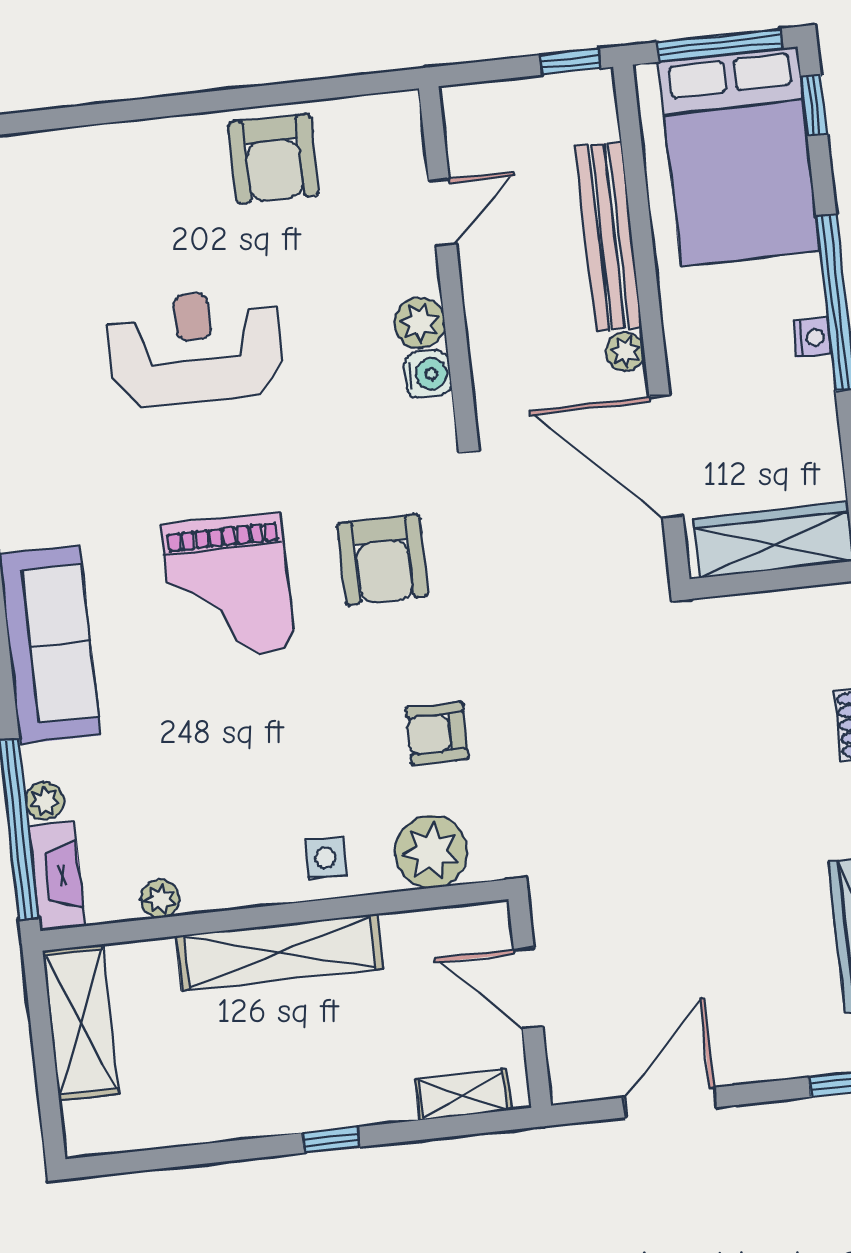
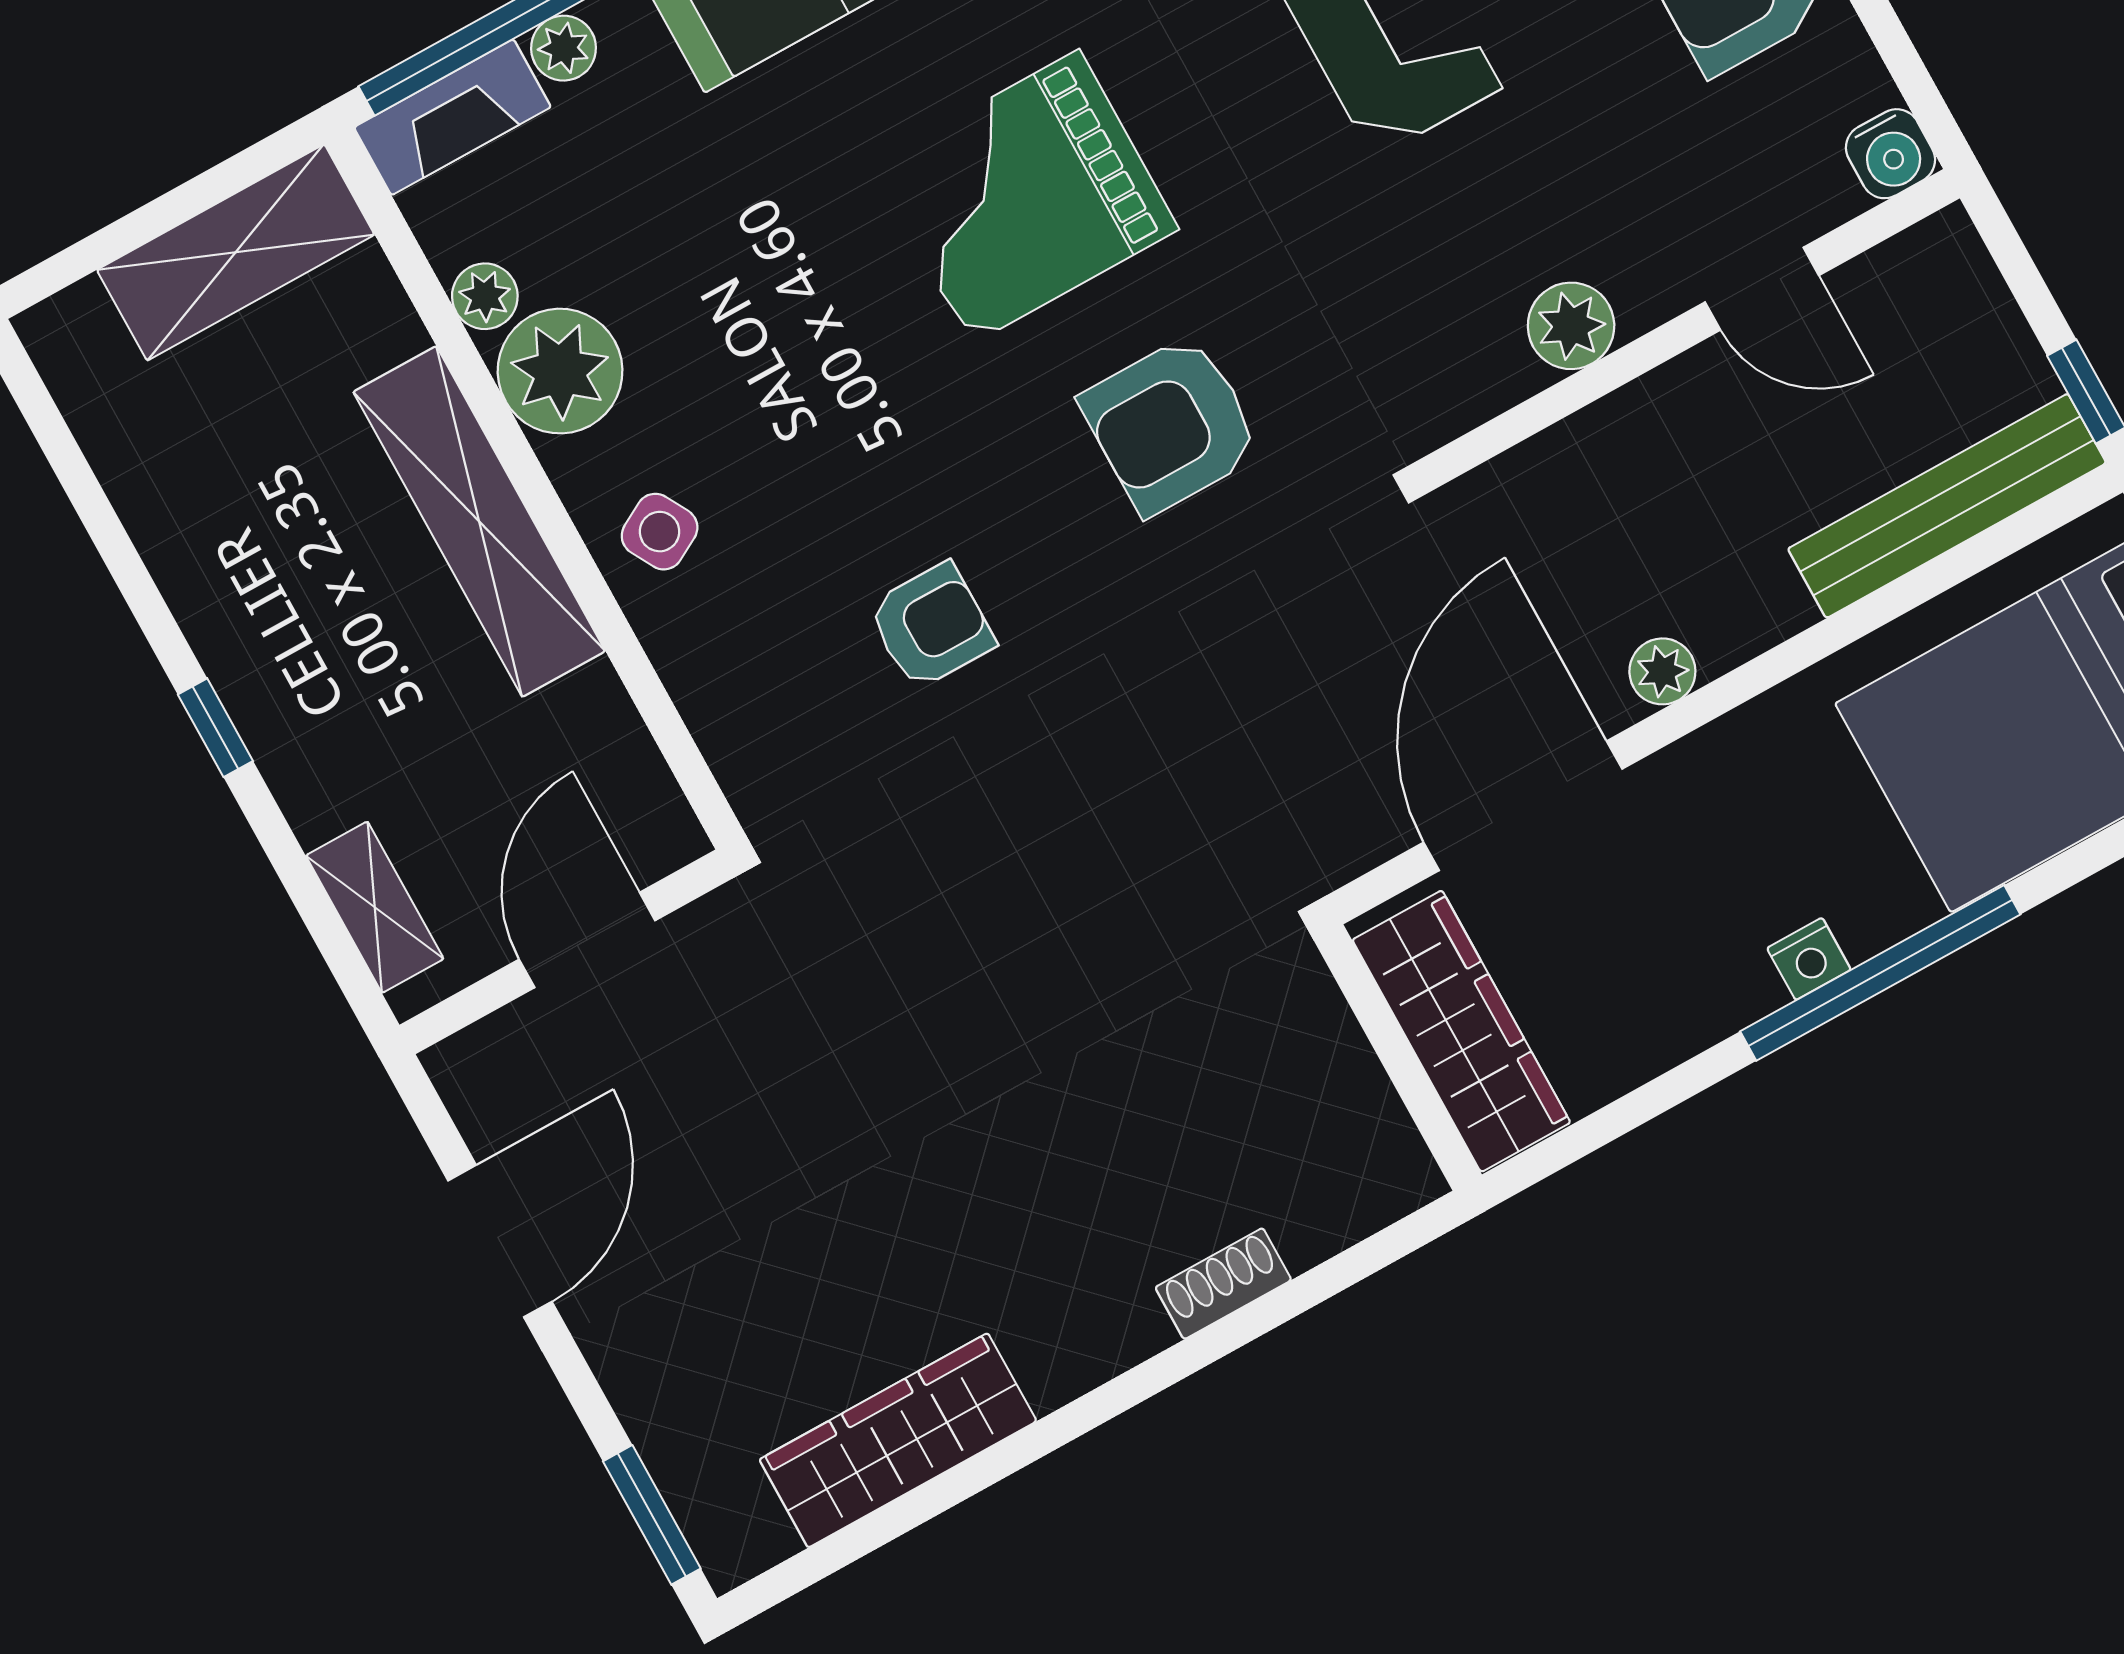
bench: (609, 237) -> (1947, 506), moved
water cooler: (428, 374) -> (1891, 154), moved
armchair: (437, 733) -> (931, 626), turned 90
plant: (431, 852) -> (560, 371), moved
side table: (326, 858) -> (660, 532), turned -31
door: (670, 1102) -> (500, 1241), hinge flipped

